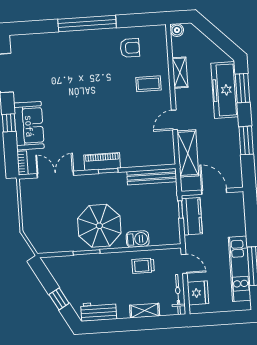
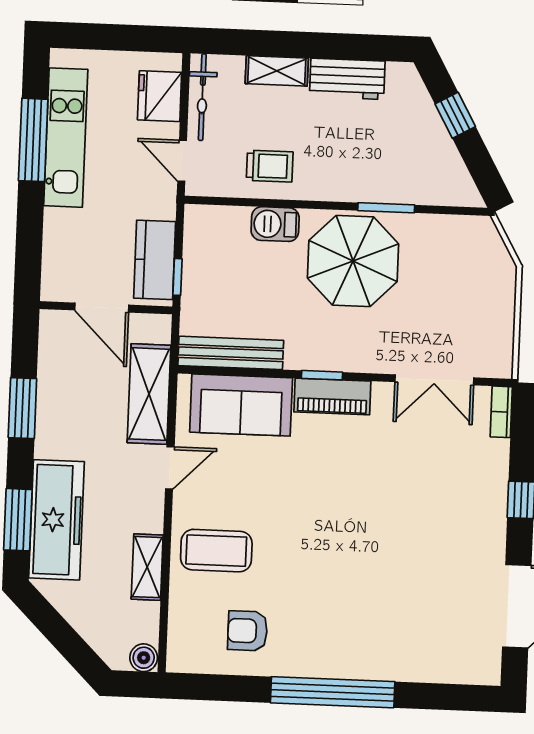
coffee table: (148, 84) -> (216, 551), width x1.36, depth x1.30
sofa: (29, 126) -> (241, 405), moved, turned -90
workbench: (99, 311) -> (347, 79), moved

